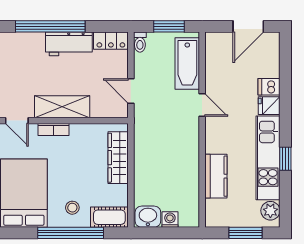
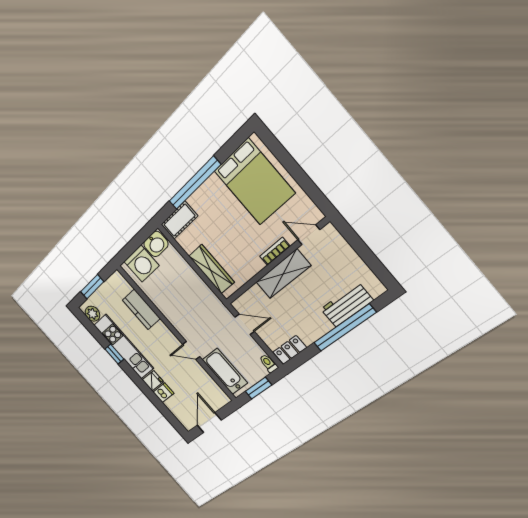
workbench: (69, 44) -> (347, 305), moved
stool: (72, 208) -> (210, 204), removed
washing machine: (170, 220) -> (141, 264), width x1.89, depth x1.89

